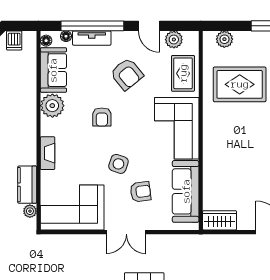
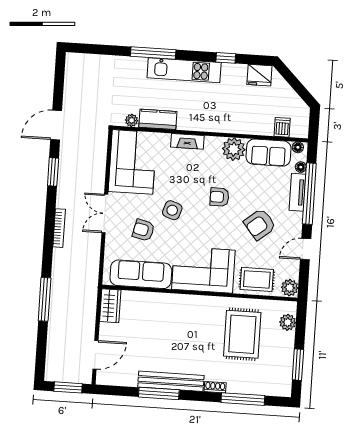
plant: (174, 40) -> (290, 288), moved
dishwasher: (14, 41) -> (282, 127), moved, turned 90
armchair: (141, 192) -> (143, 230), turned 111

